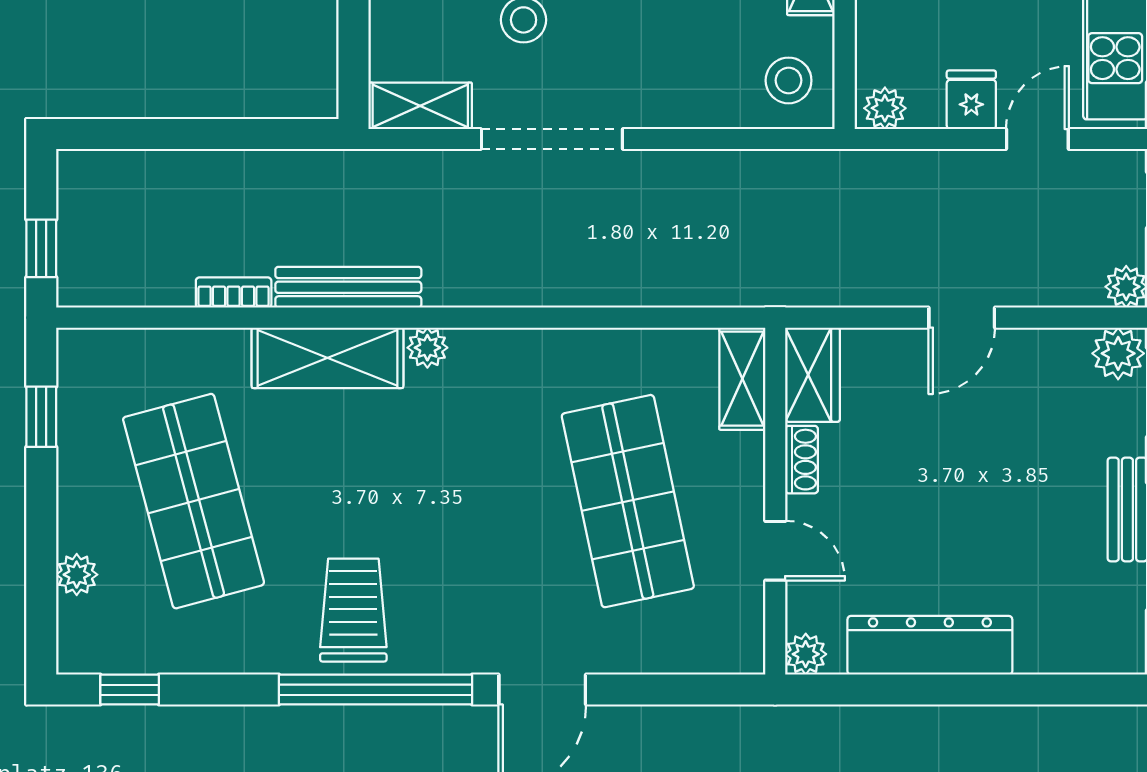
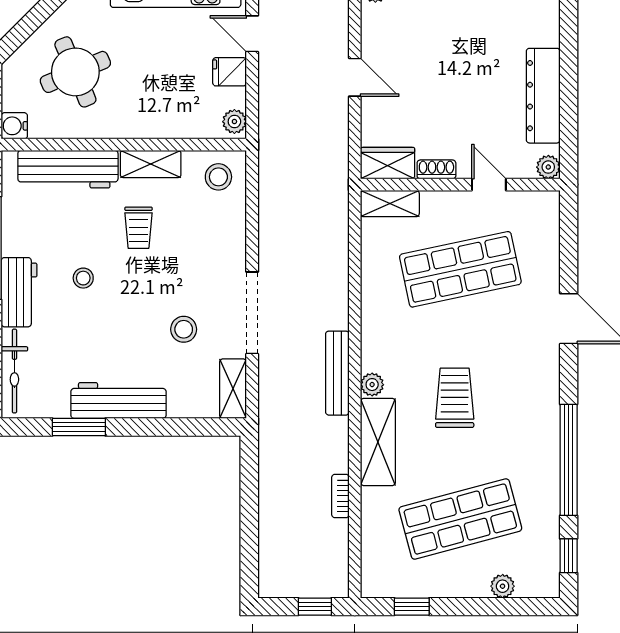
bench: (348, 287) -> (337, 373), moved
door: (775, 551) -> (489, 185), hinge flipped
trolley: (353, 610) -> (455, 398), moved, turned 90
window: (376, 690) -> (569, 460), moved

